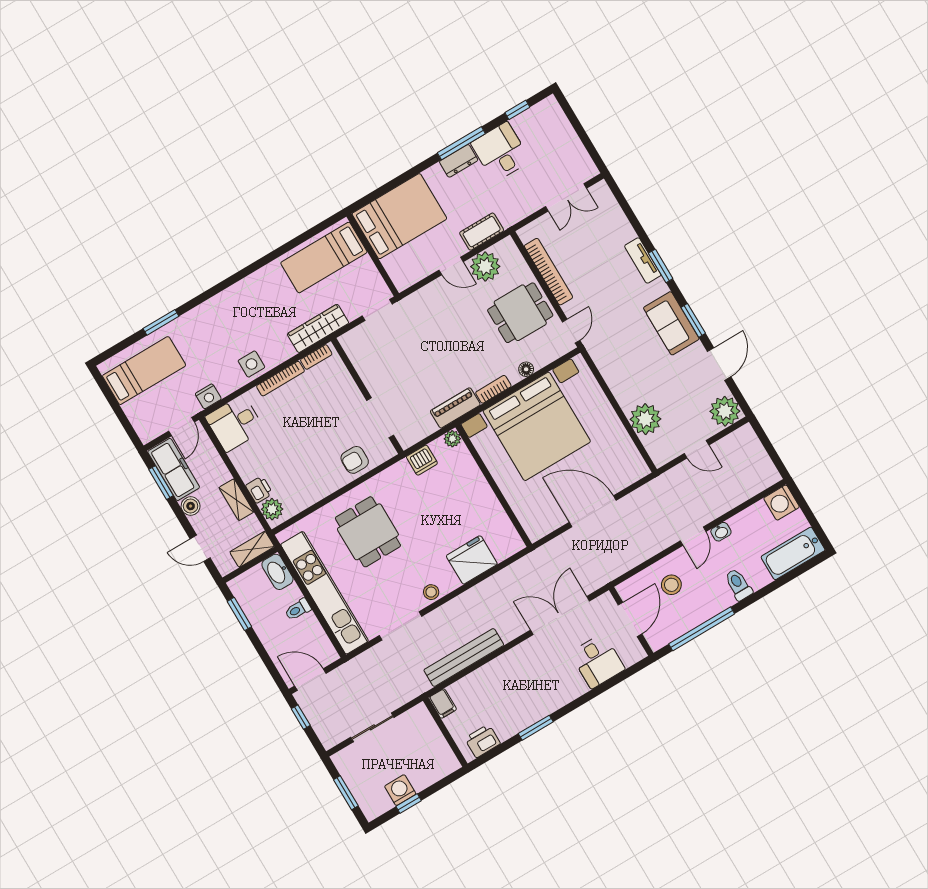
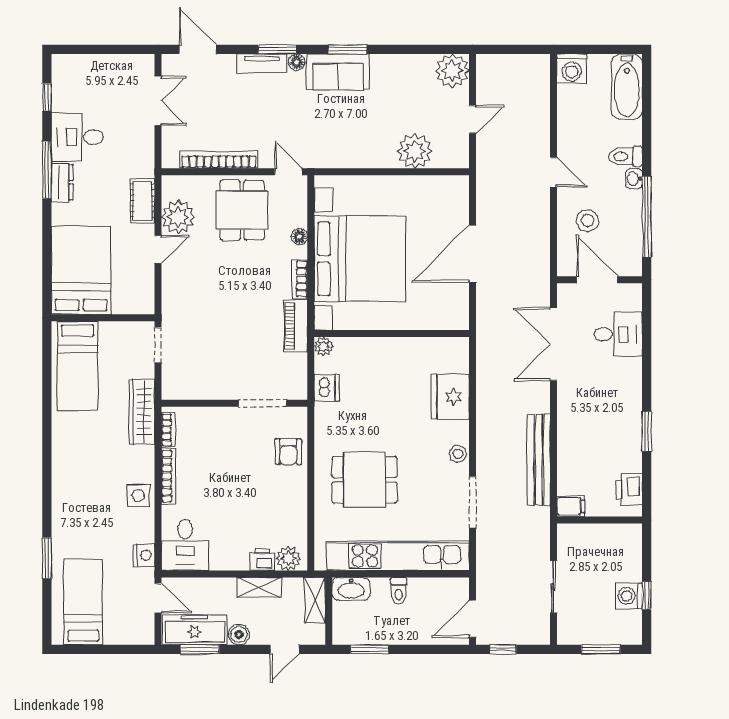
floor lamp: (660, 287) -> (297, 62), added
door: (719, 364) -> (198, 49), moved
washbasin: (721, 532) -> (634, 179), moved, turned 180

